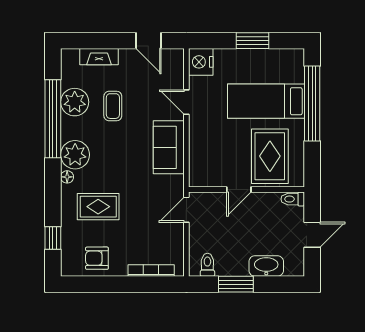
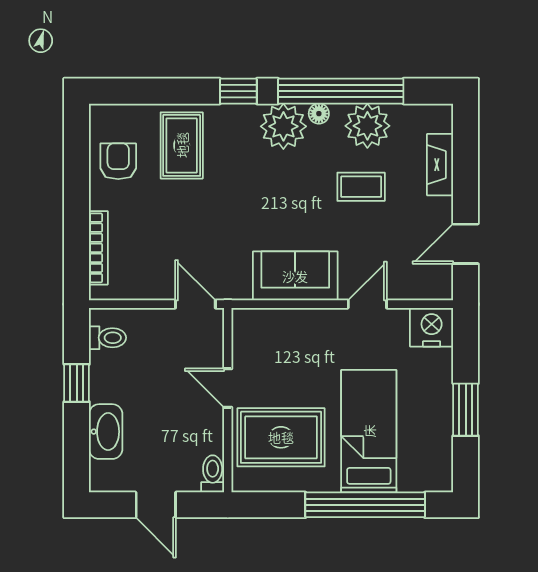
floor lamp: (67, 177) -> (319, 114), moved
rug: (98, 207) -> (182, 145), moved
window: (53, 238) -> (238, 91), moved
window: (236, 284) -> (77, 383), width x0.67

